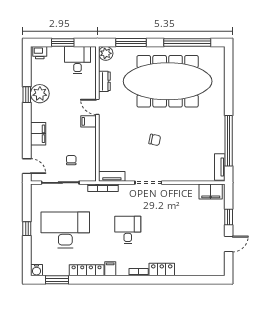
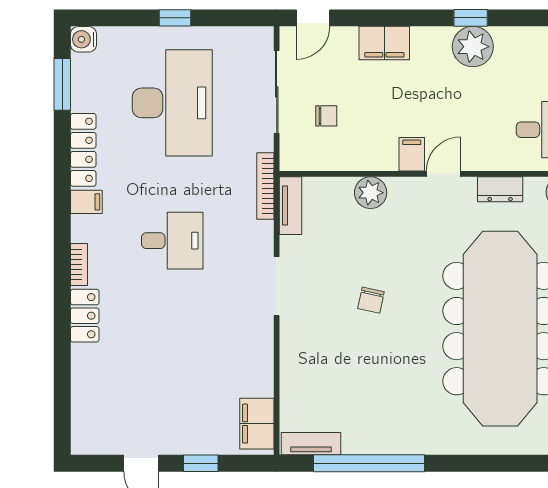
plant: (106, 140) -> (371, 193), added

